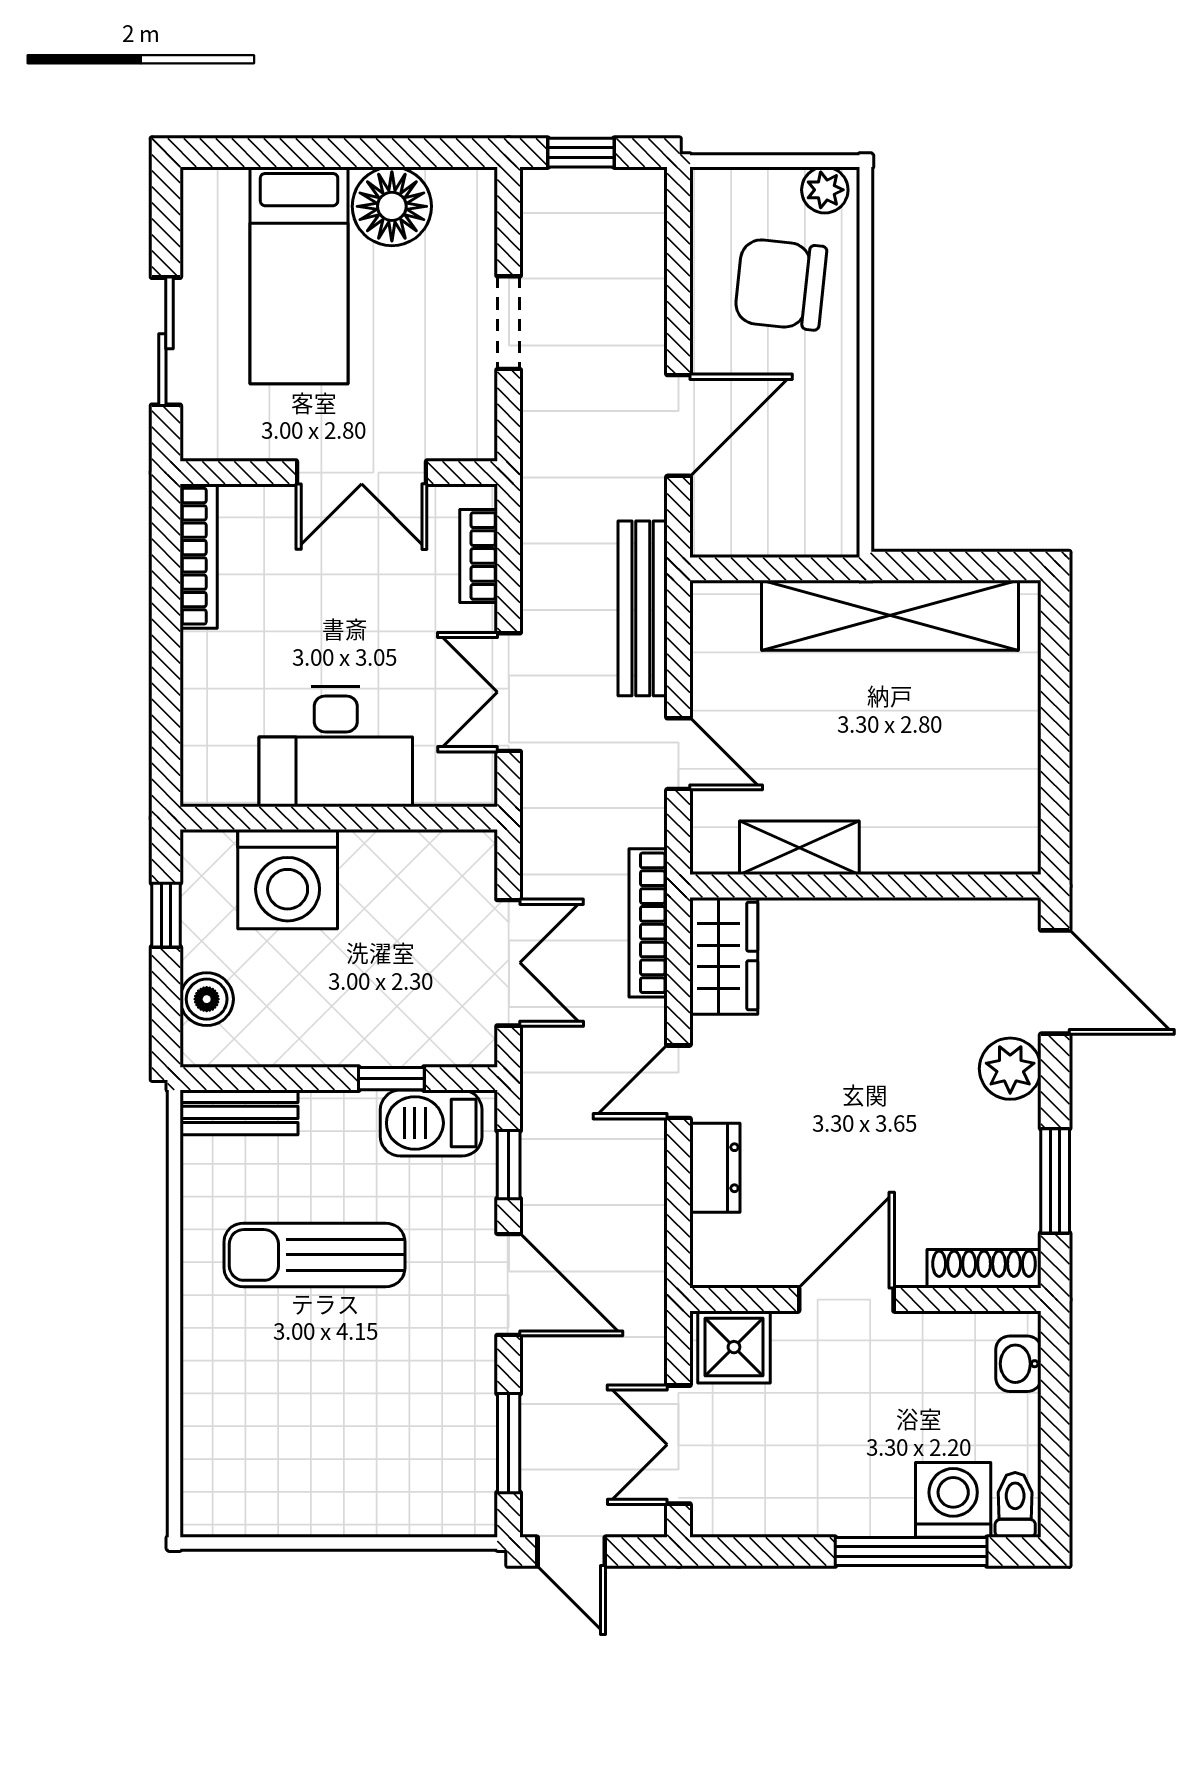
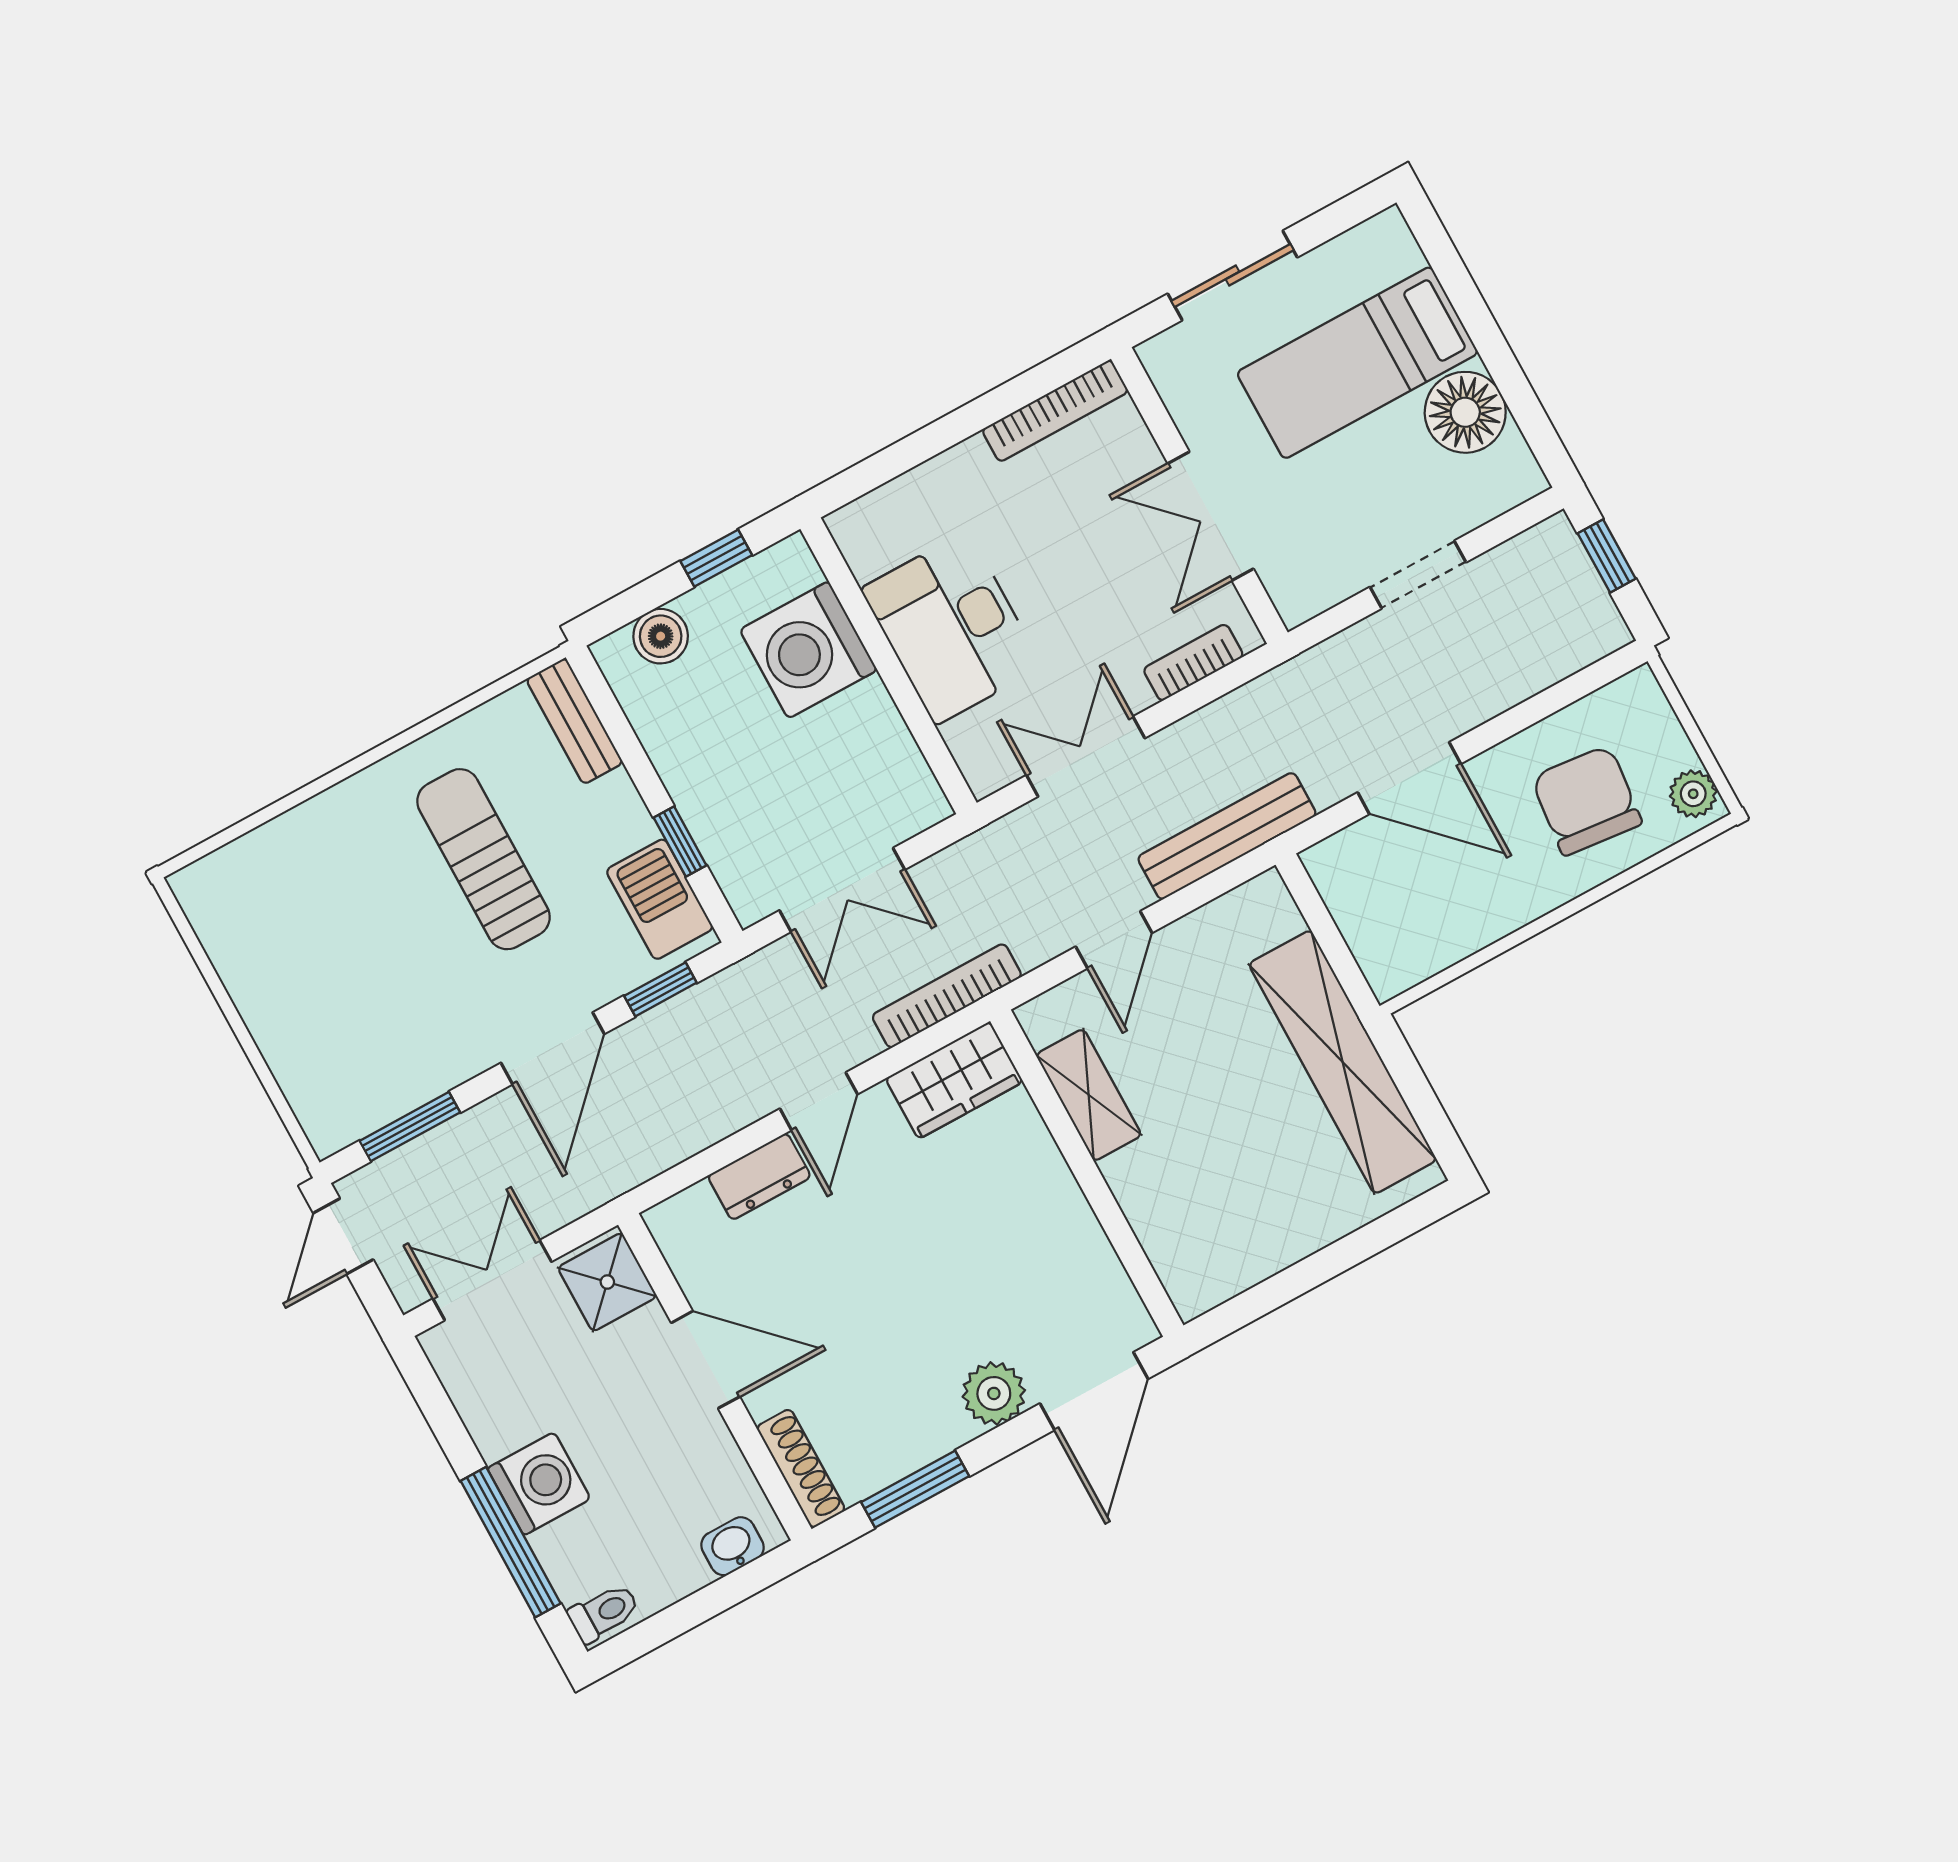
door: (678, 1082) -> (819, 1101), swing flipped
washing machine: (953, 1500) -> (539, 1484), moved

